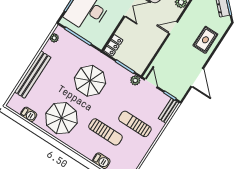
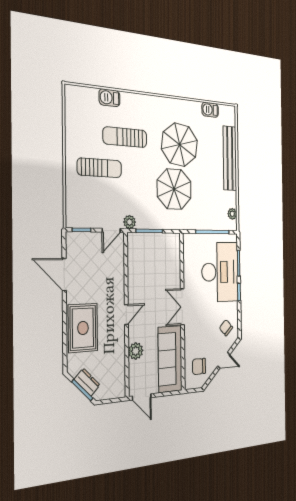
rug: (205, 40) -> (83, 328), width x1.36, depth x1.43
locker: (113, 45) -> (174, 247), removed
door: (151, 83) -> (111, 230), hinge flipped
bench: (169, 111) -> (72, 210), removed
parasol: (61, 118) -> (180, 145), moved

